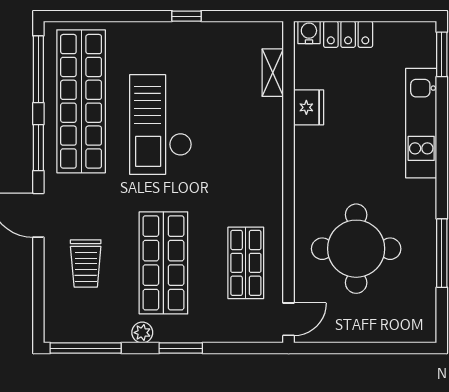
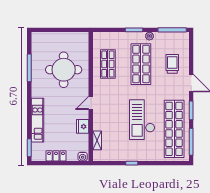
locker: (348, 34) -> (56, 156), moved
checkout: (161, 124) -> (142, 120), turned 180
door: (289, 319) -> (91, 103), moved

